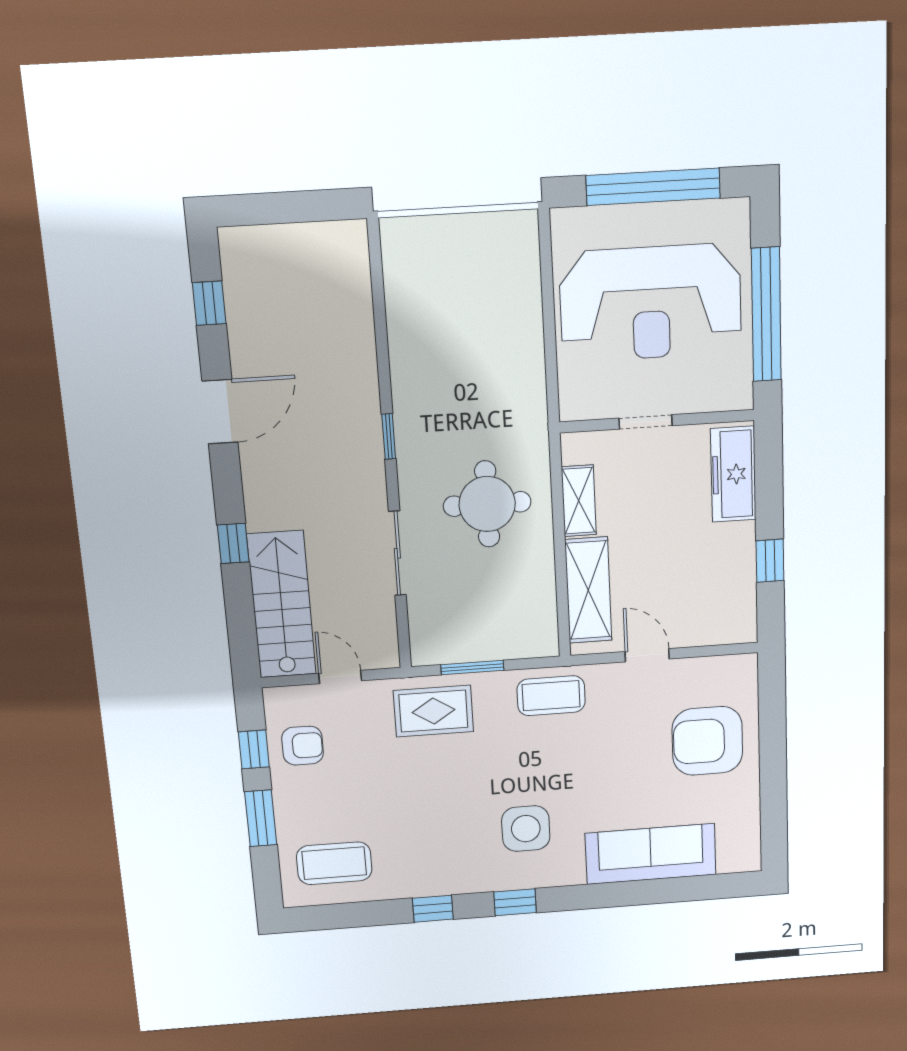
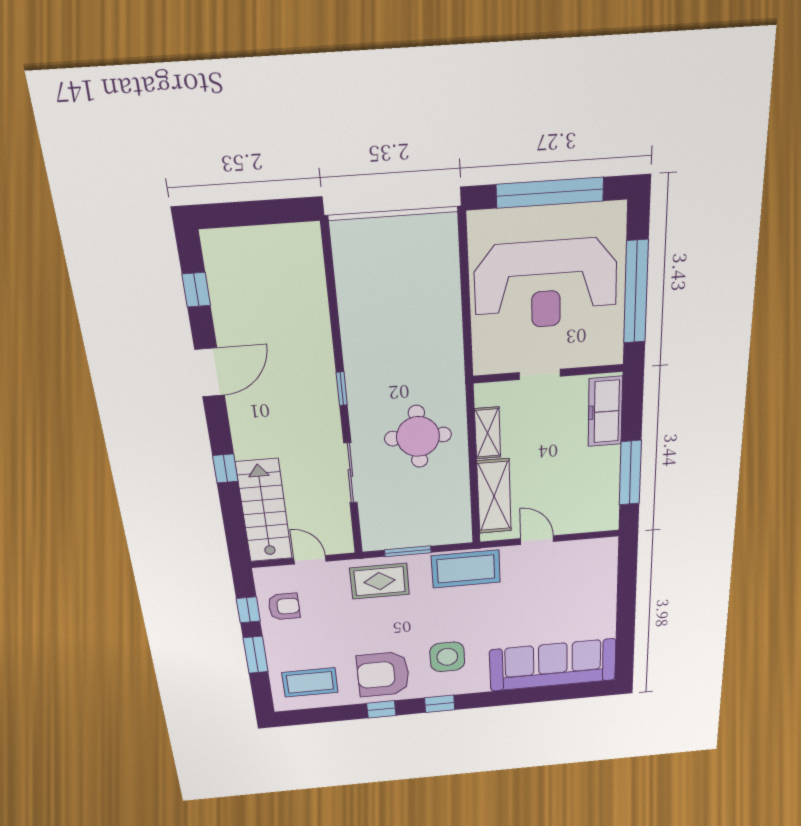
window: (770, 561) -> (630, 473), width x2.17
coffee table: (551, 696) -> (466, 569), width x1.36, depth x1.32
armchair: (707, 741) -> (383, 674), moved
sofa: (651, 854) -> (553, 665), width x1.36, depth x1.27

